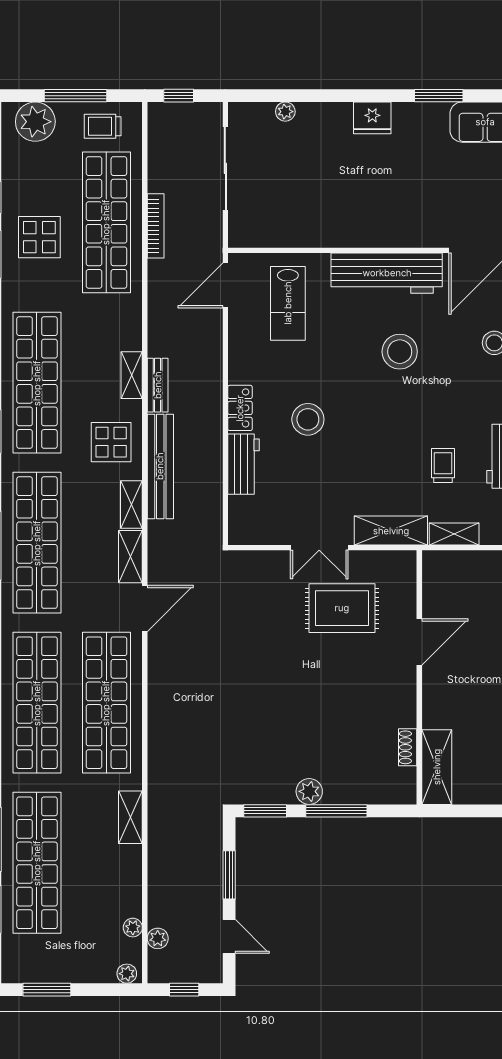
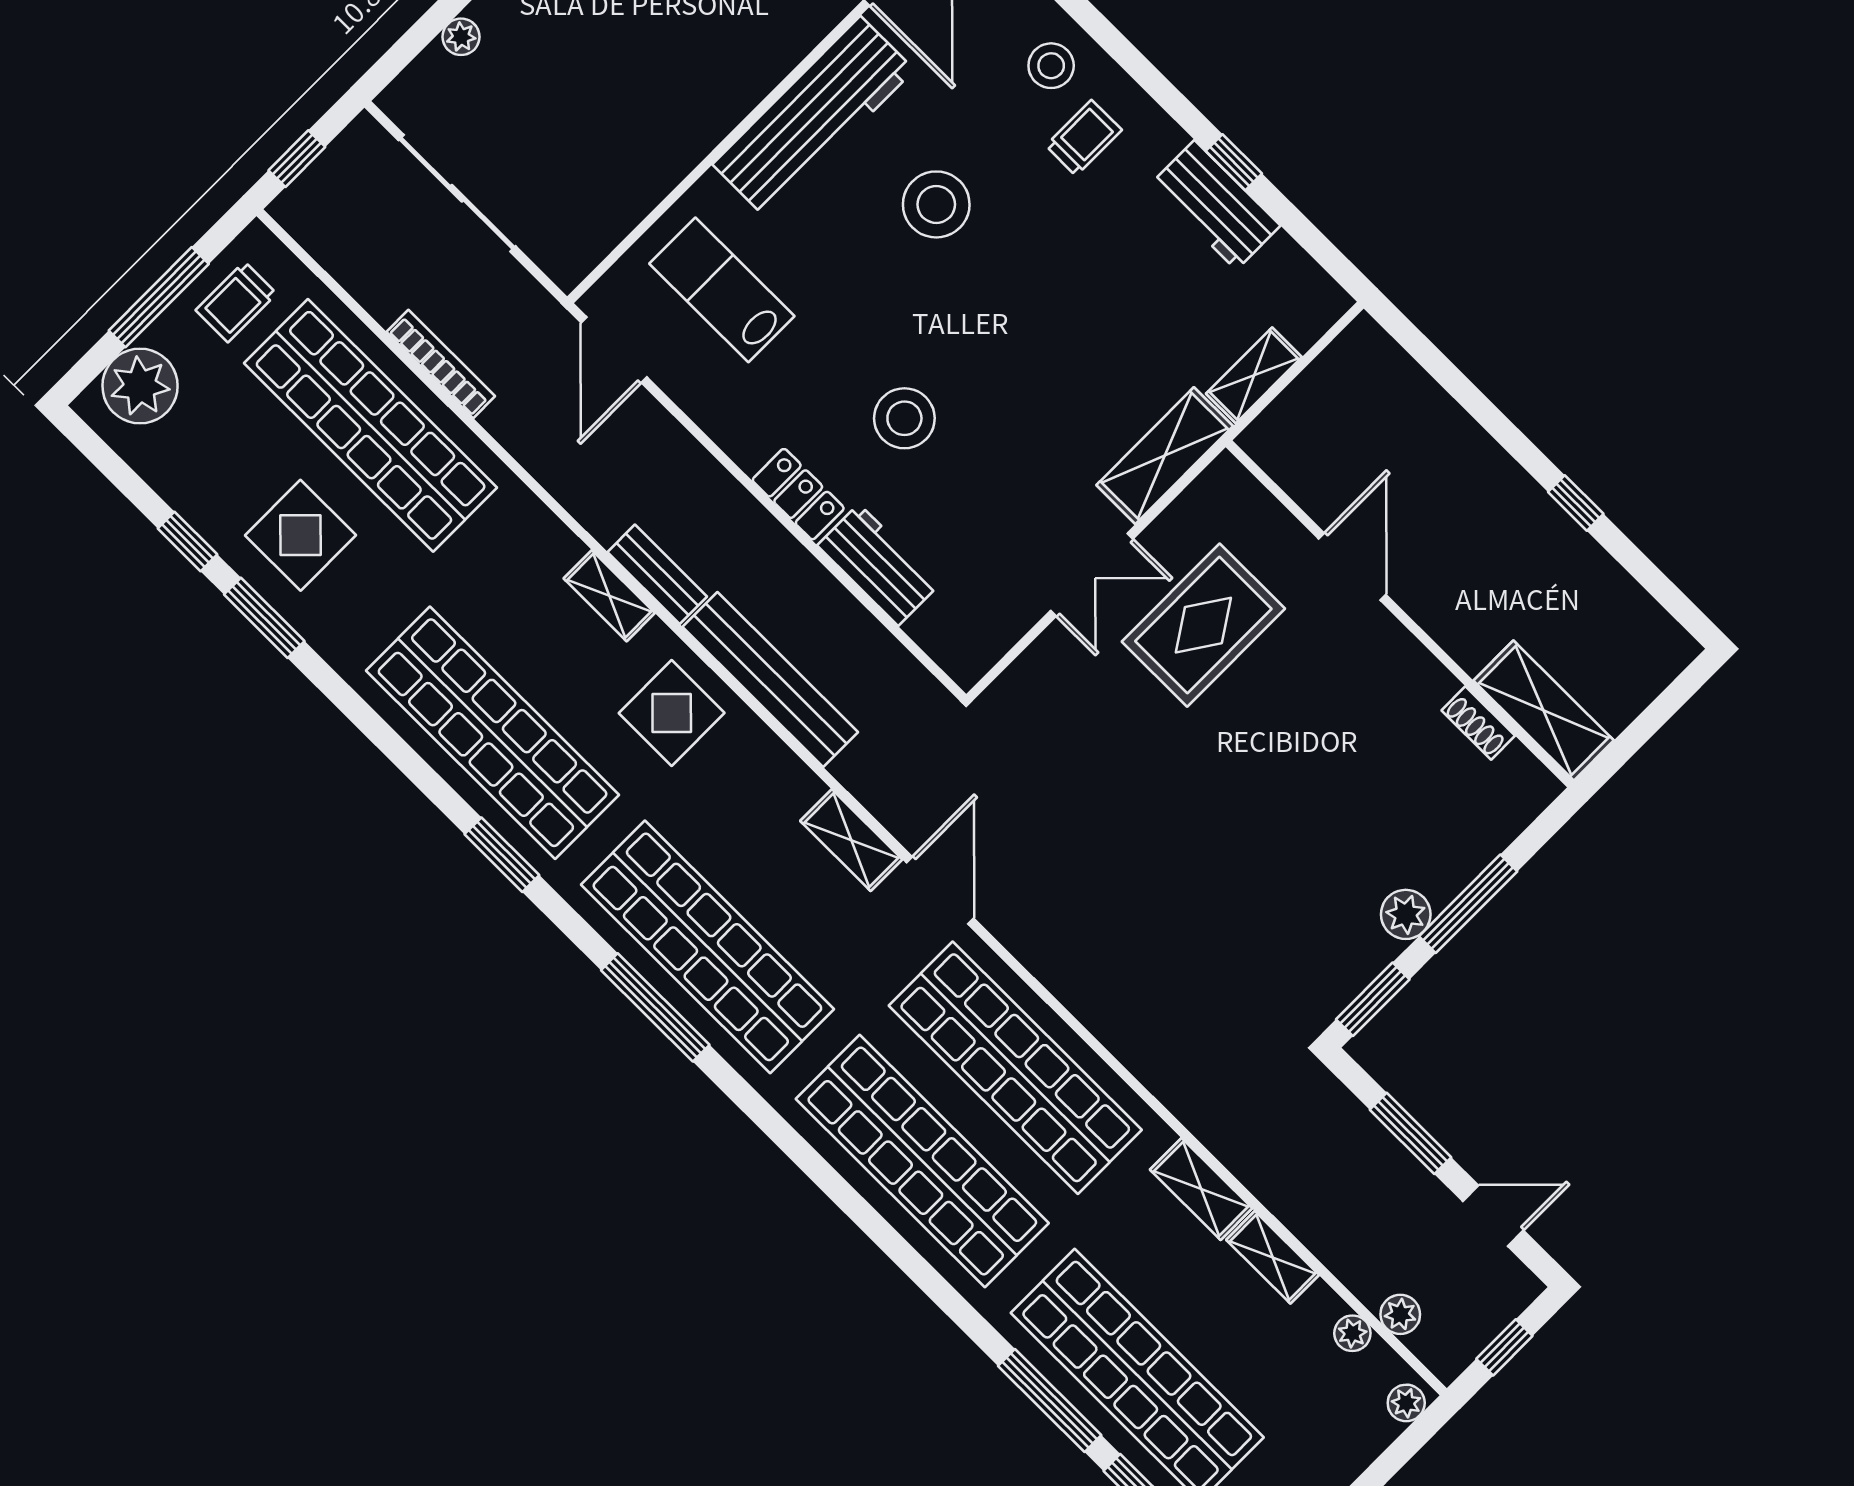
lab bench: (288, 303) -> (722, 290), turned 180
trolley: (443, 466) -> (1084, 138), moved, turned 90
shelving: (131, 504) -> (1273, 1257), moved

